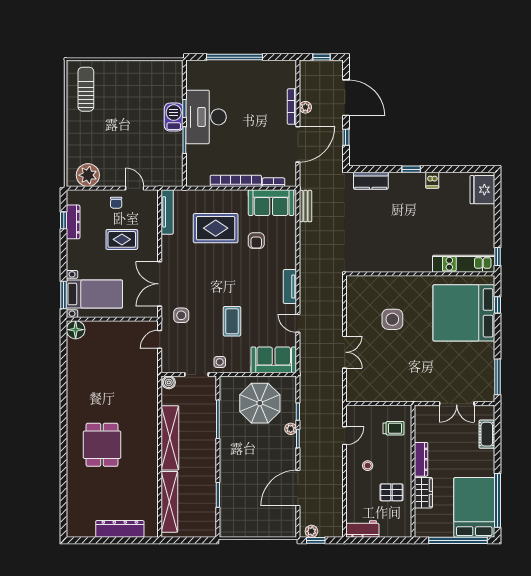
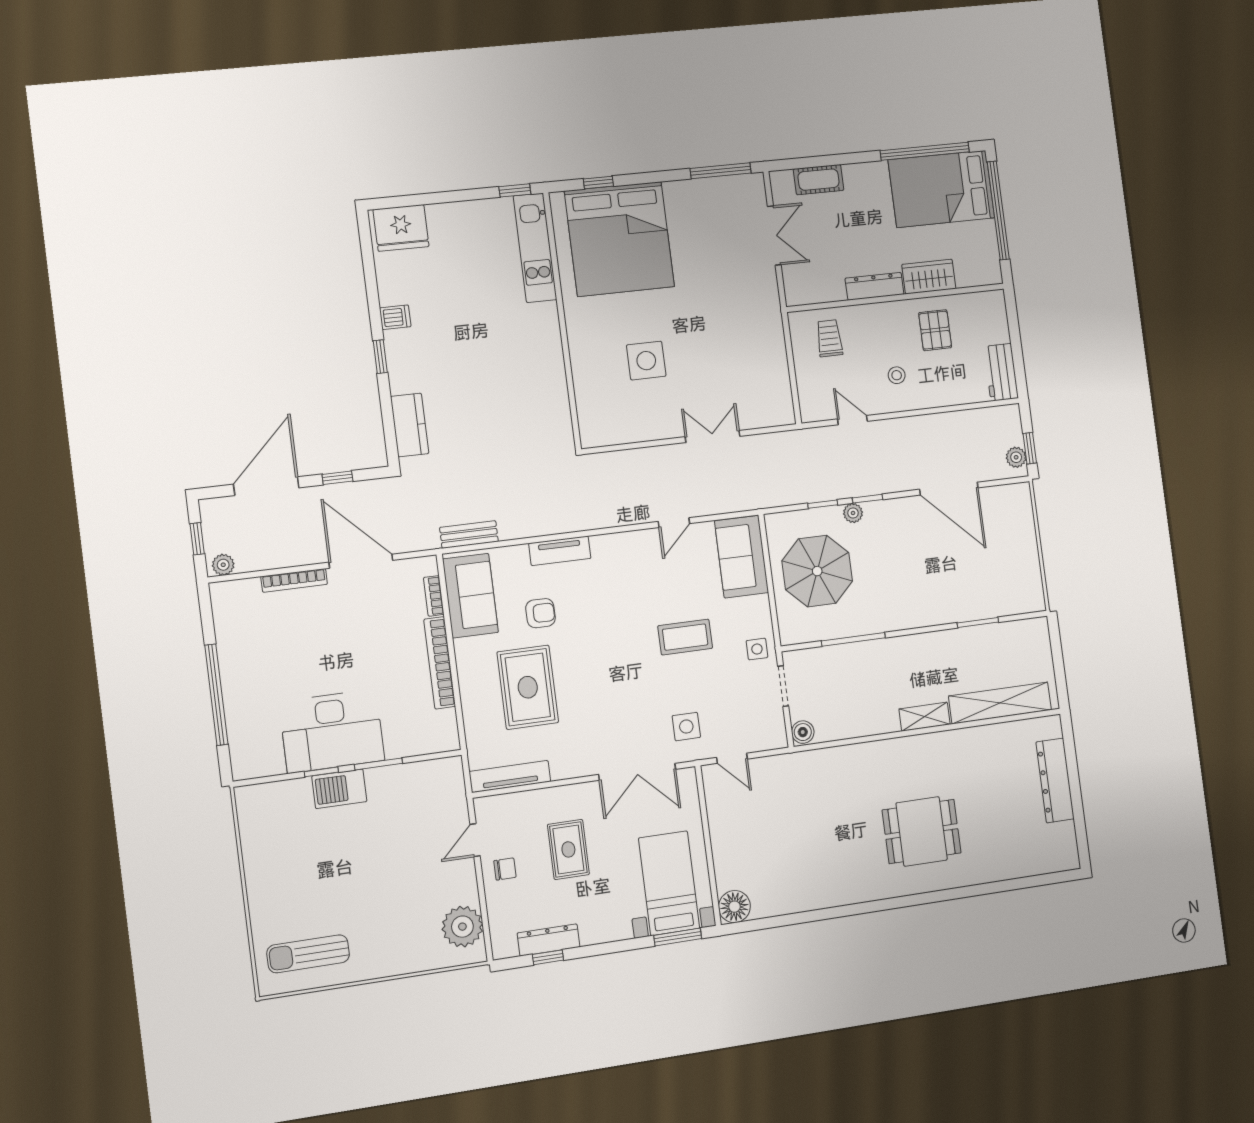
plant: (305, 107) -> (223, 565), moved
tv unit: (290, 287) -> (560, 551), moved
shelving: (170, 438) -> (925, 717), width x0.45, depth x0.75

